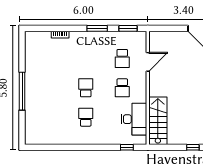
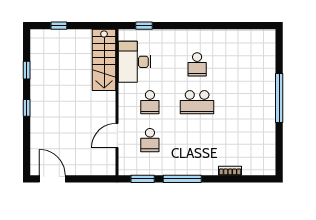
window: (97, 28) -> (182, 179), width x1.44
school desk: (122, 58) -> (150, 140), turned 180
school desk: (86, 88) -> (197, 102), width x1.85
school desk: (122, 88) -> (150, 102), turned 180

